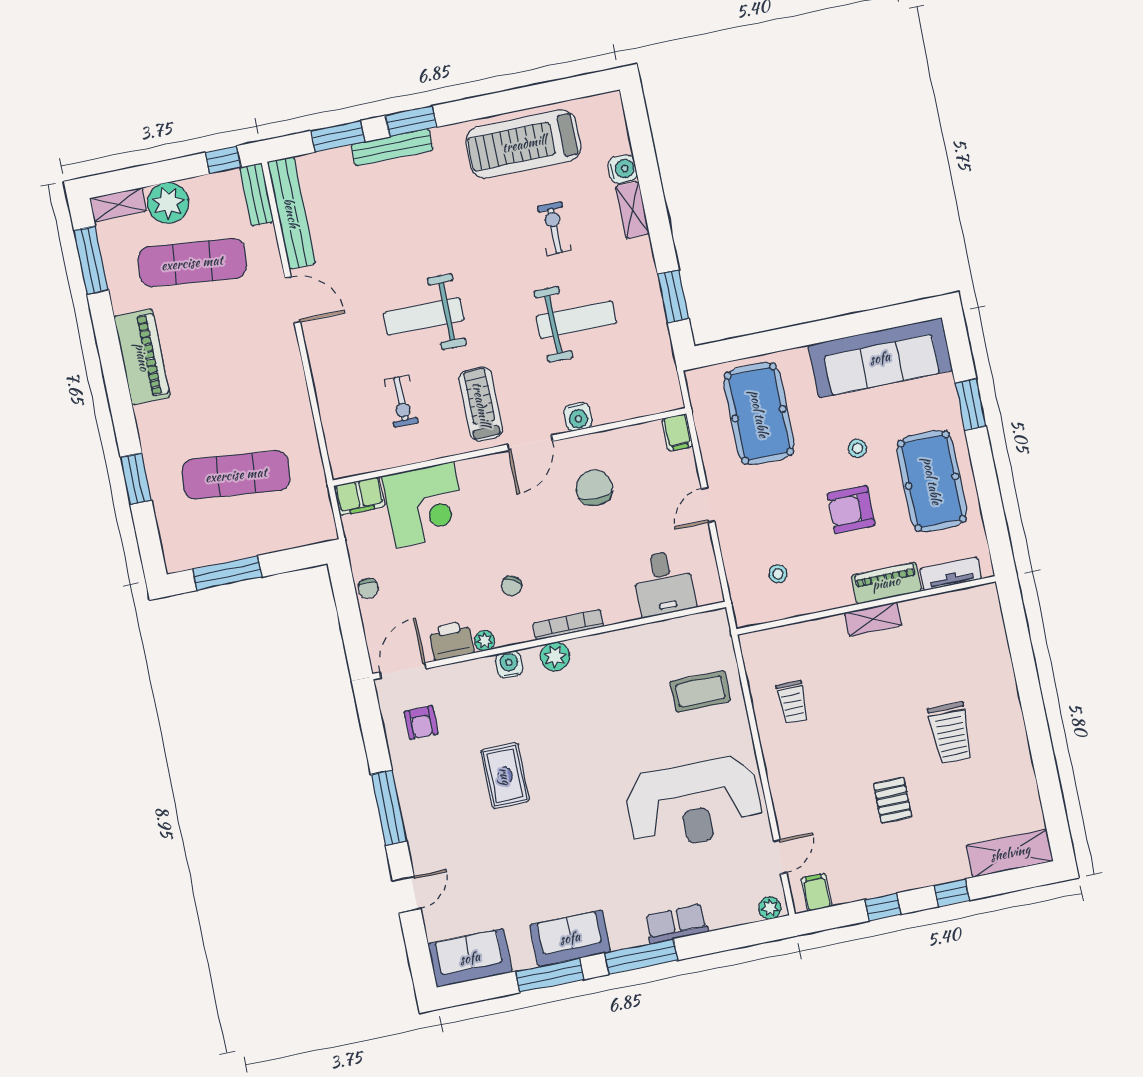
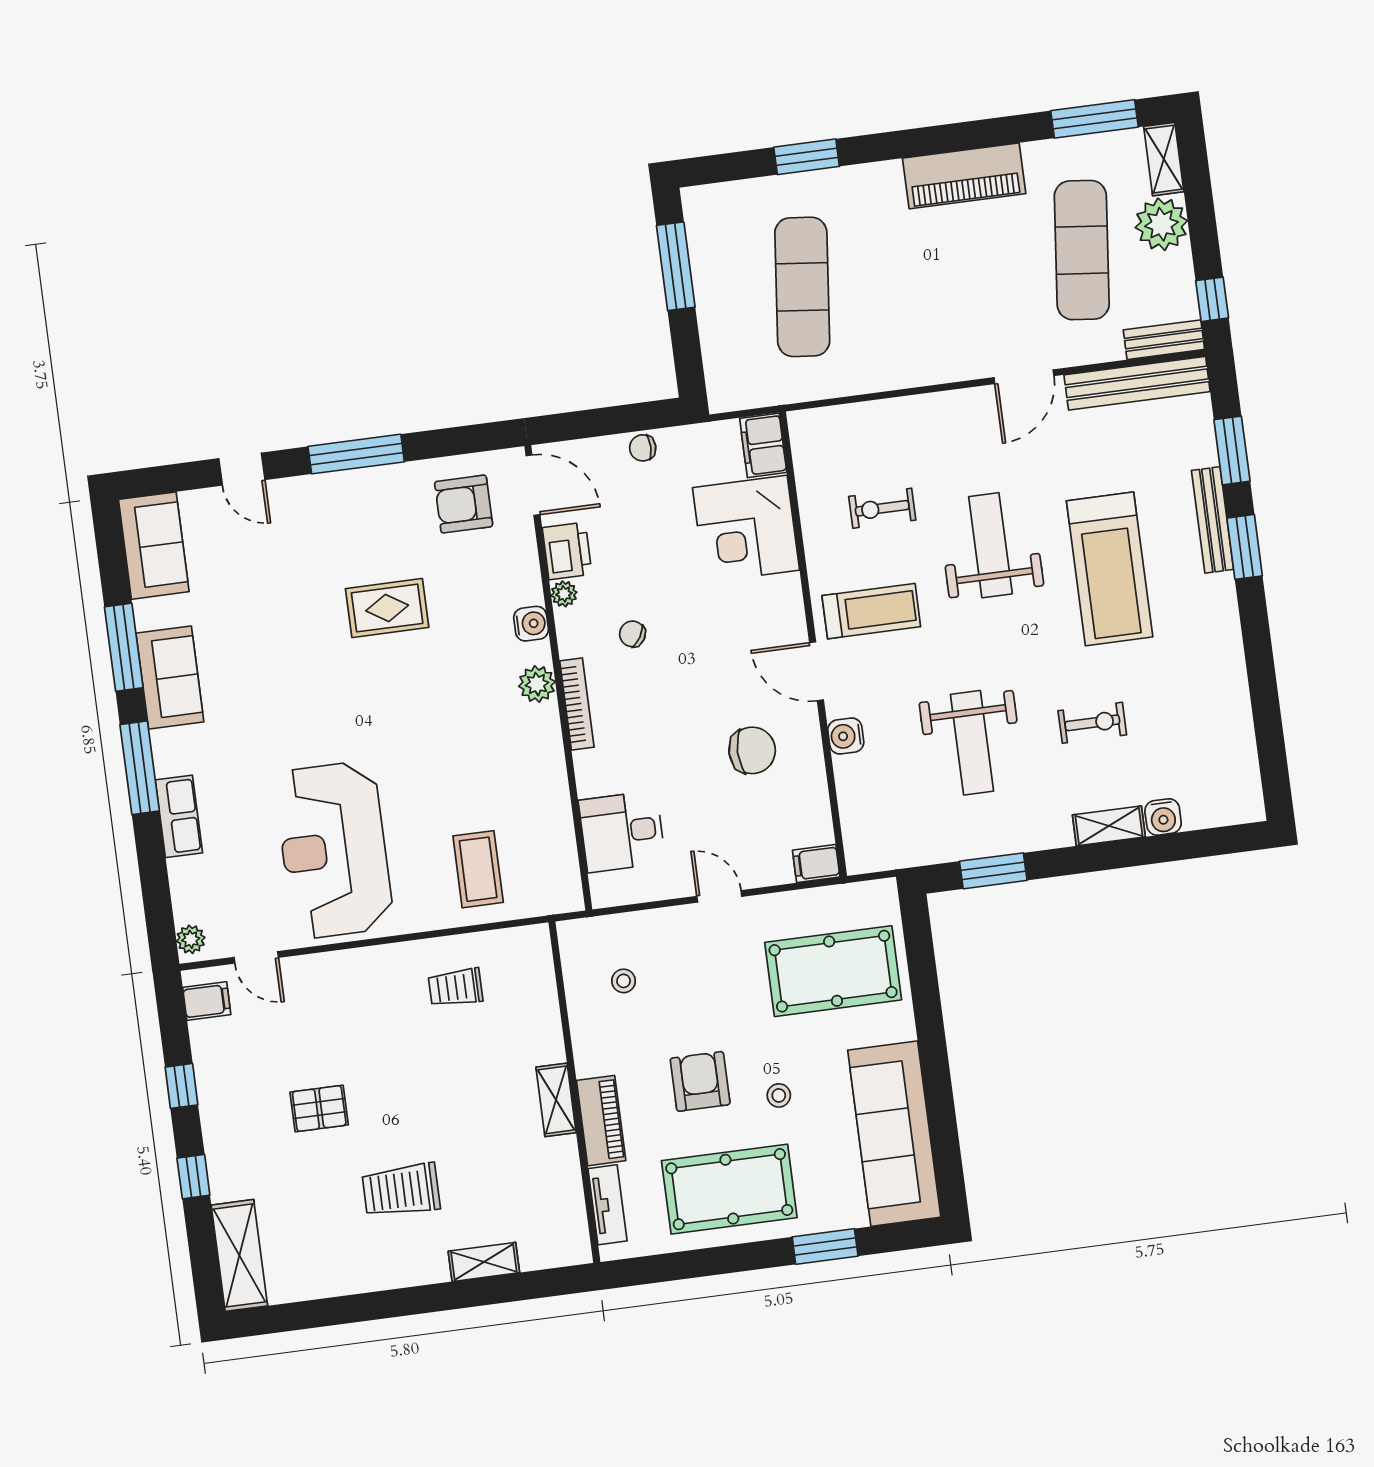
treadmill: (524, 144) -> (1110, 569), moved, turned 180
shelving: (1001, 665) -> (484, 1262), added
armchair: (421, 723) -> (464, 504), width x1.38, depth x1.38

